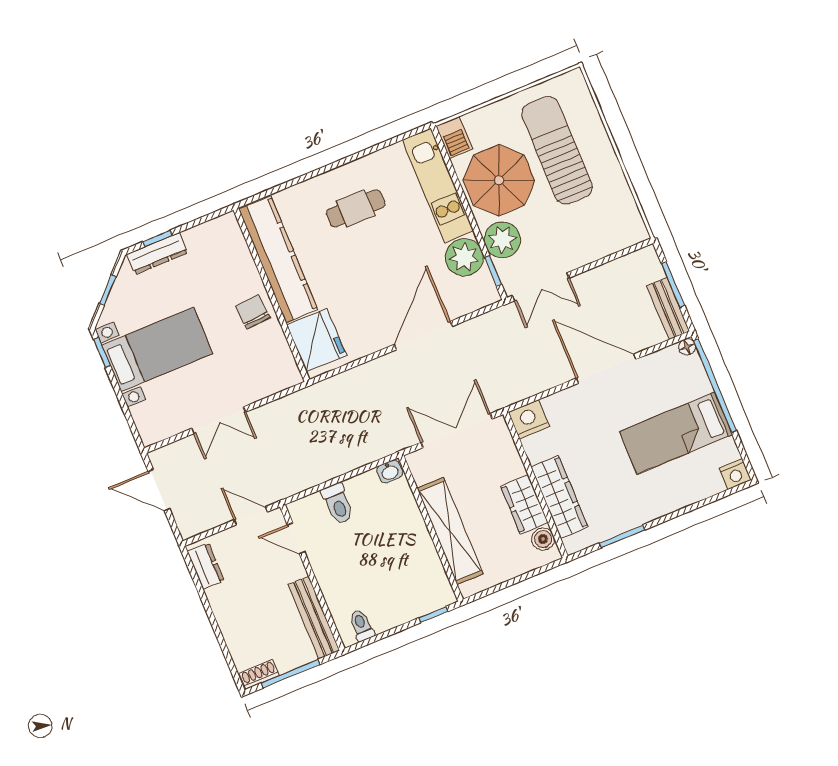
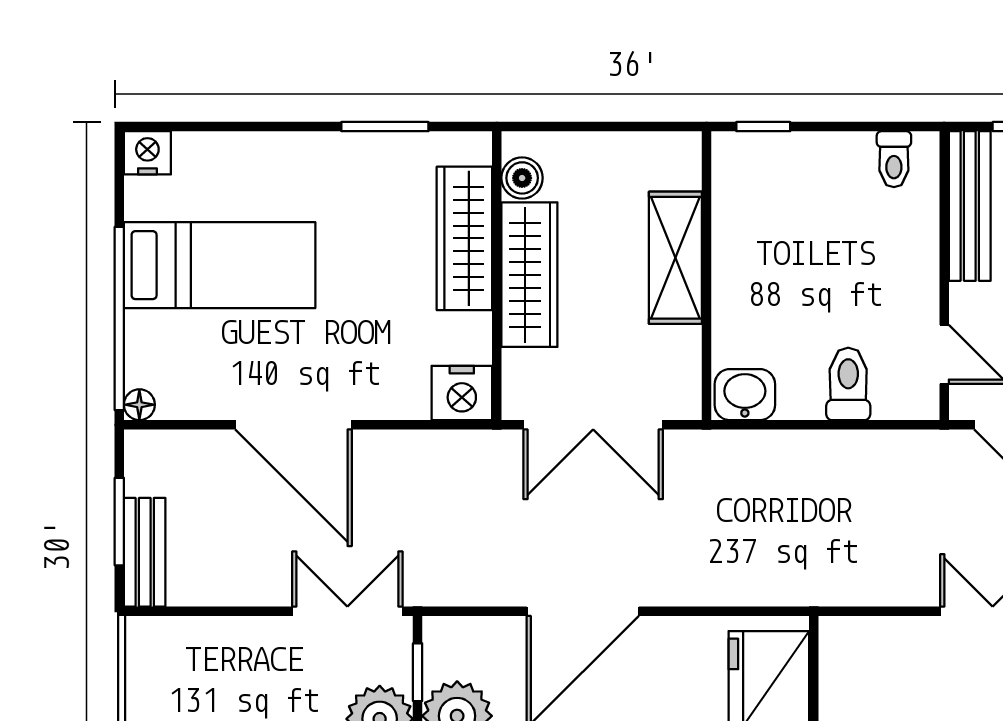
bench: (668, 309) -> (145, 552), moved
washbasin: (390, 471) -> (745, 395), width x1.38, depth x1.45
wardrobe: (524, 504) -> (529, 275), width x1.50
shelving: (450, 531) -> (675, 258), width x0.68

